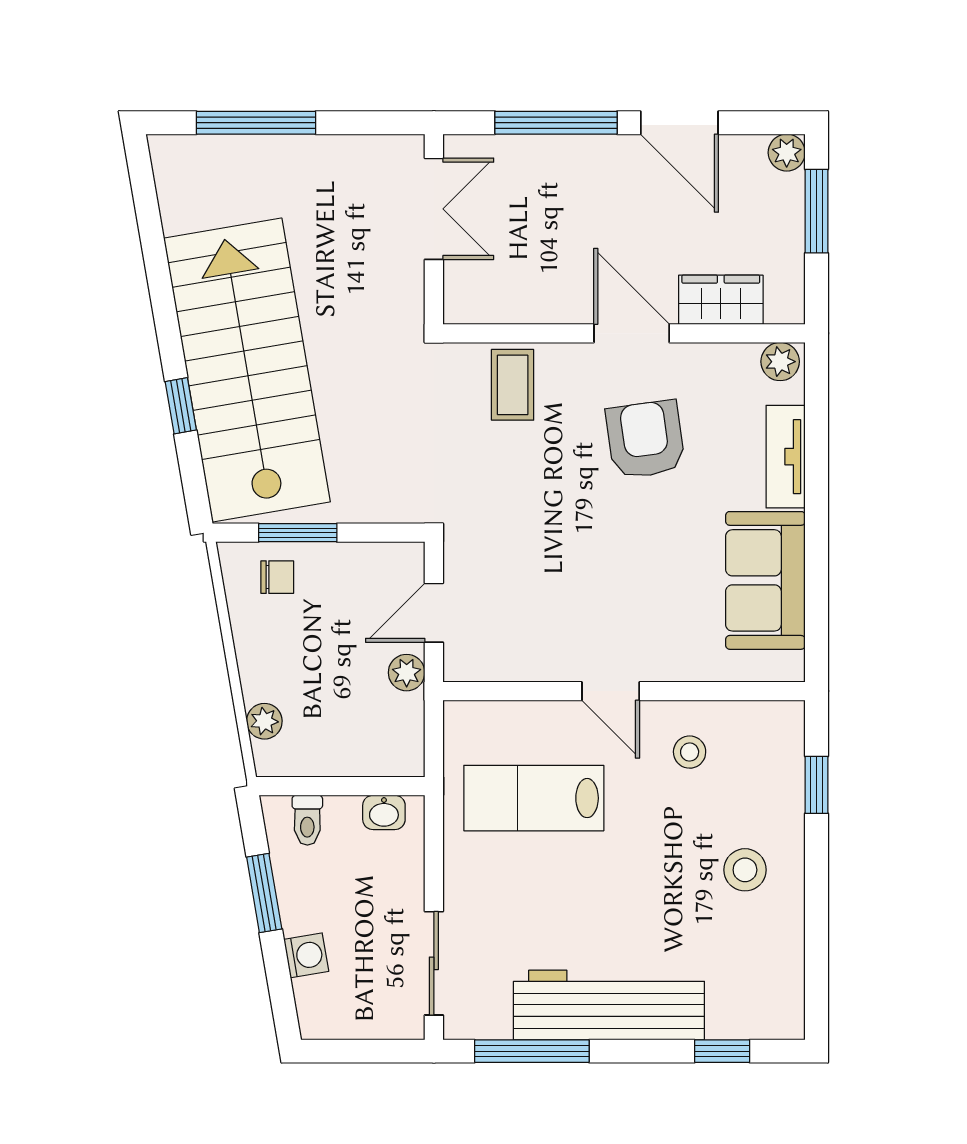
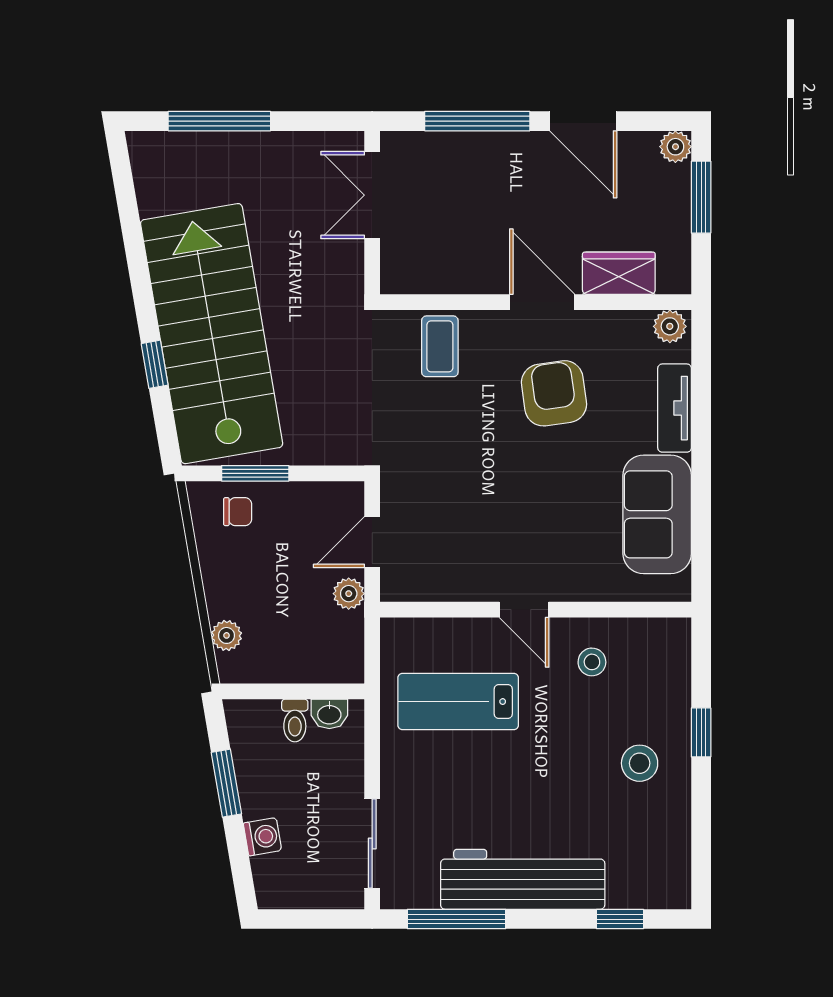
double door: (434, 209) -> (372, 195), swing flipped
window: (817, 785) -> (701, 732), moved
toilet: (307, 820) -> (295, 720), moved

